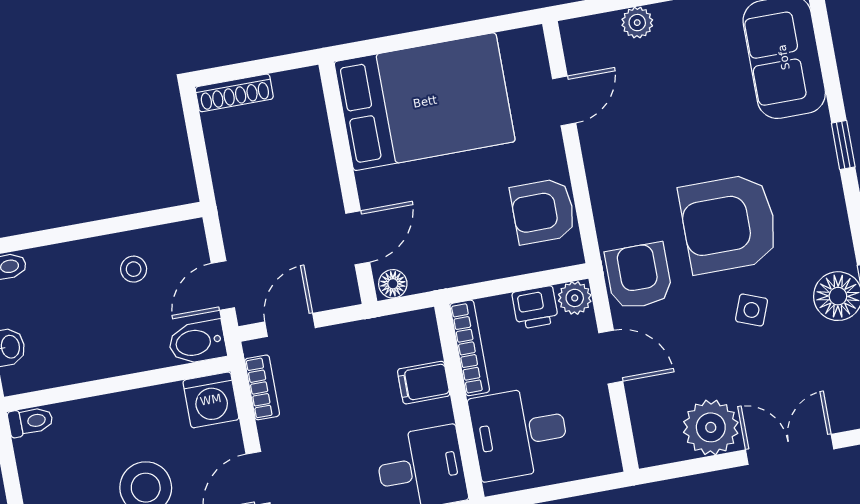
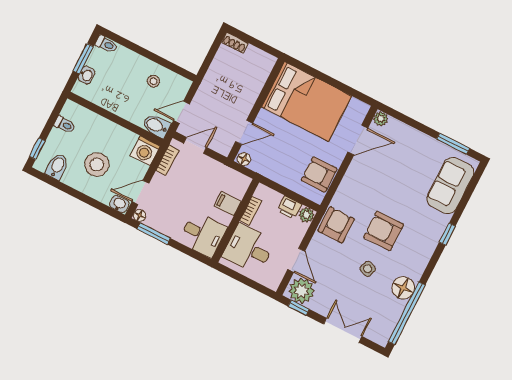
plant: (637, 23) -> (381, 119), moved
shoe rack: (234, 93) -> (235, 43), width x0.70
door: (564, 101) -> (358, 140), width x1.38
armchair: (729, 224) -> (384, 231), width x0.73, depth x0.73
bookcase: (470, 348) -> (251, 211), width x0.64
door: (611, 357) -> (296, 260), moved
toilet: (31, 421) -> (65, 125), moved
plant: (711, 427) -> (302, 291), moved
window: (684, 469) -> (299, 308), added

